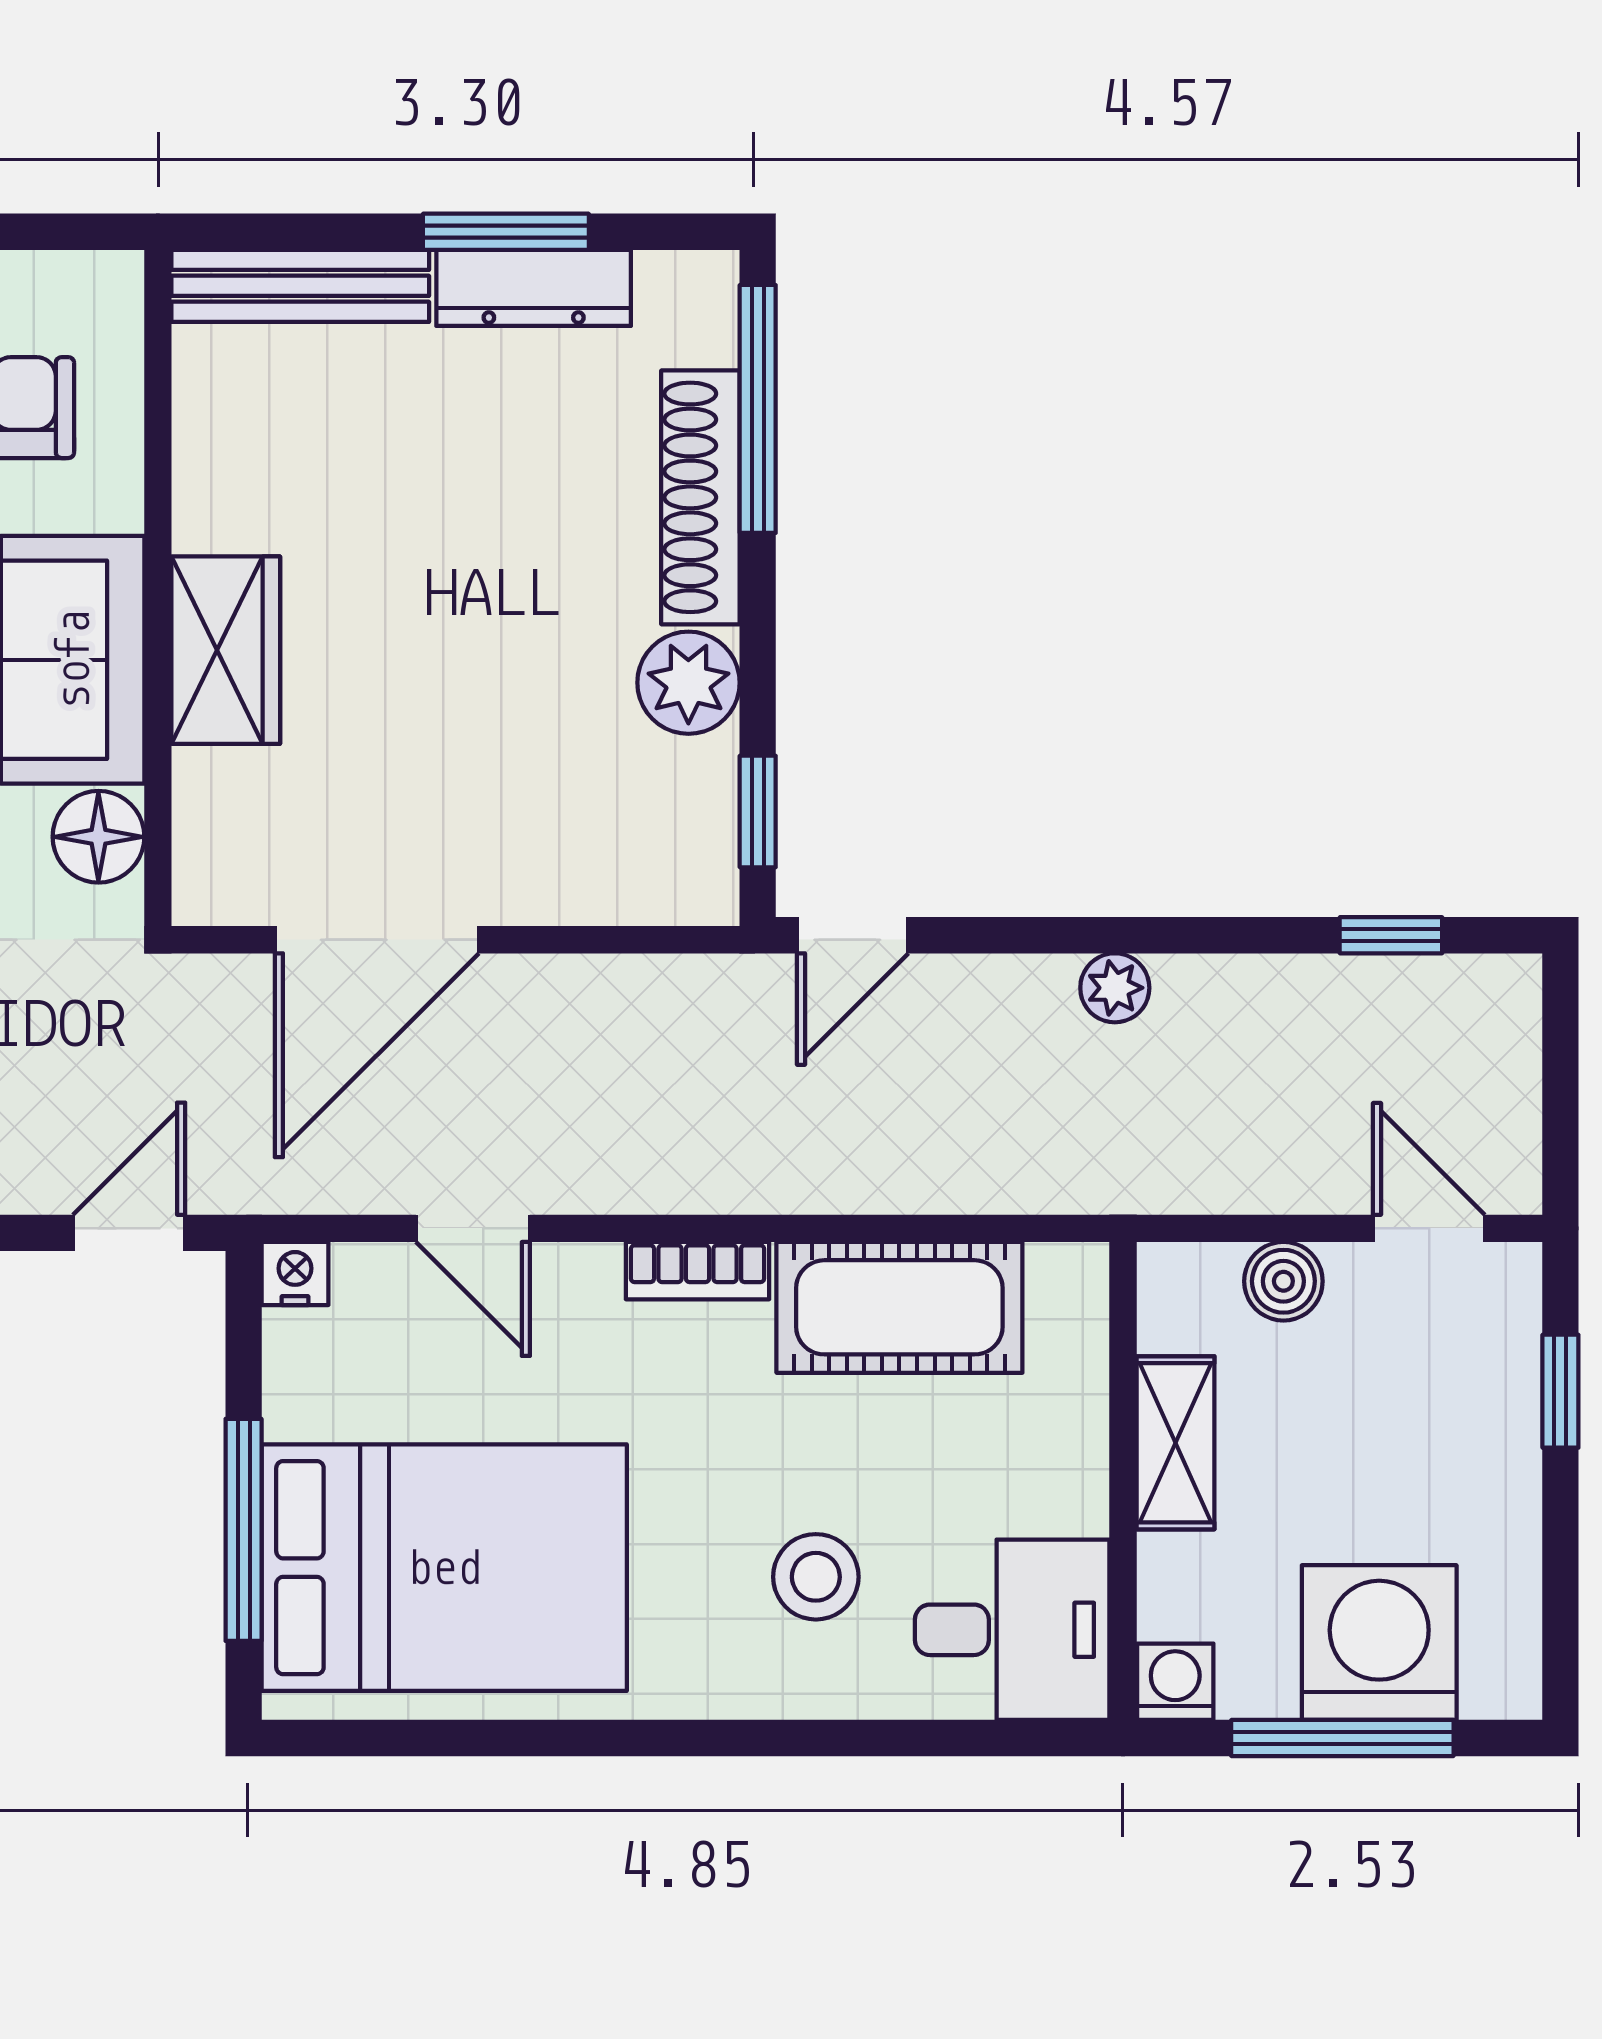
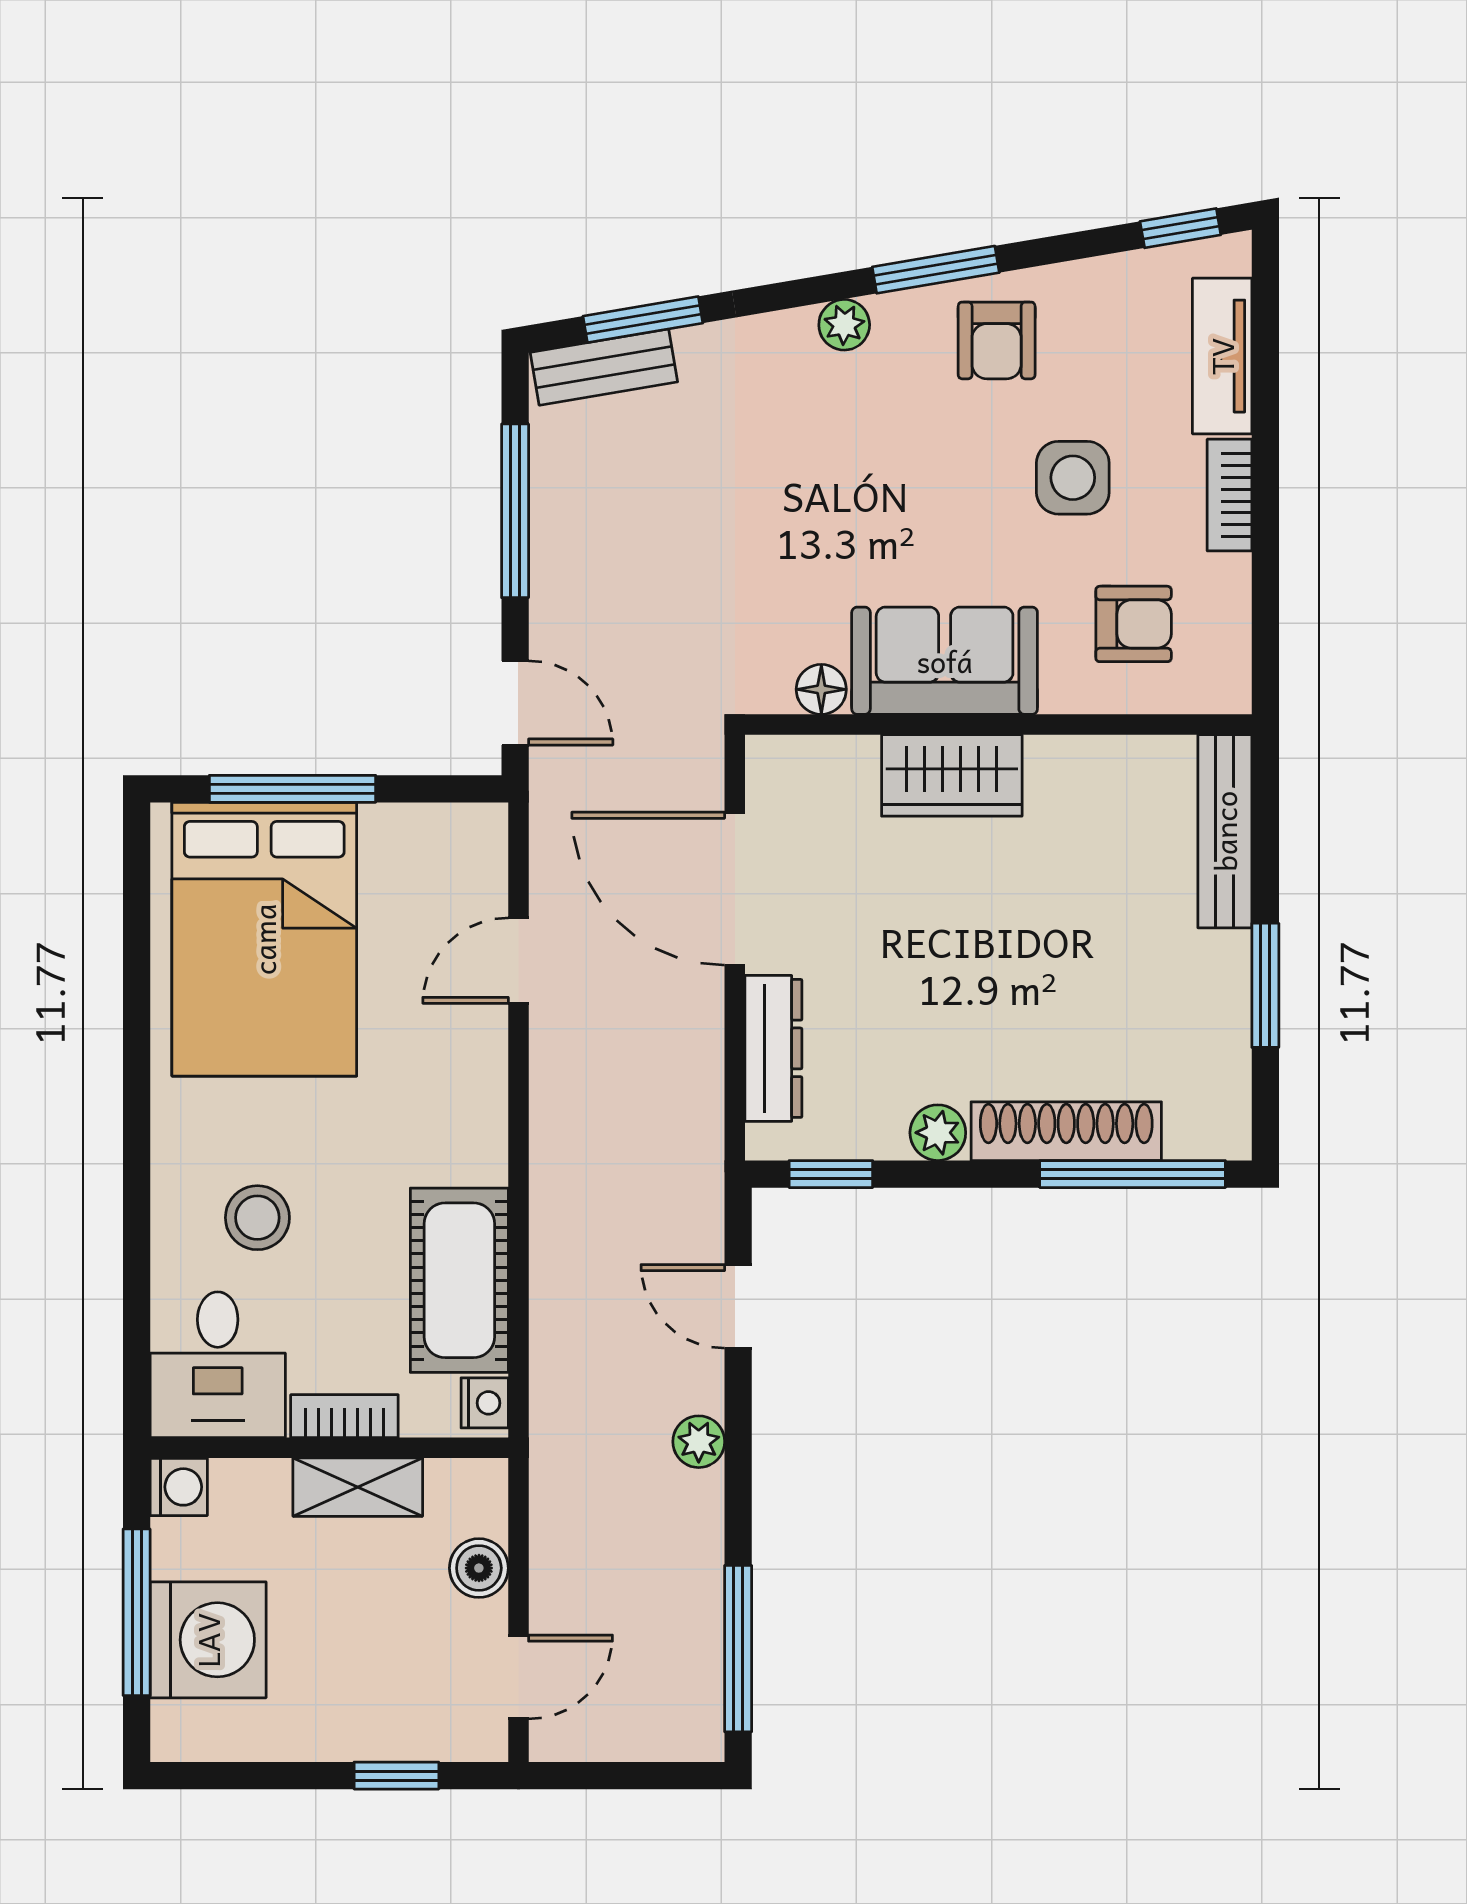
dresser: (534, 288) -> (773, 1048), moved, turned 180
plant: (688, 683) -> (938, 1133), width x0.73, depth x0.73
floor lamp: (98, 837) -> (821, 689), width x0.73, depth x0.73
door: (853, 935) -> (738, 1306), moved
window: (1391, 935) -> (738, 1649), width x2.17
bookcase: (698, 1271) -> (344, 1416), moved, turned 90
nightstand: (295, 1273) -> (485, 1403), moved

